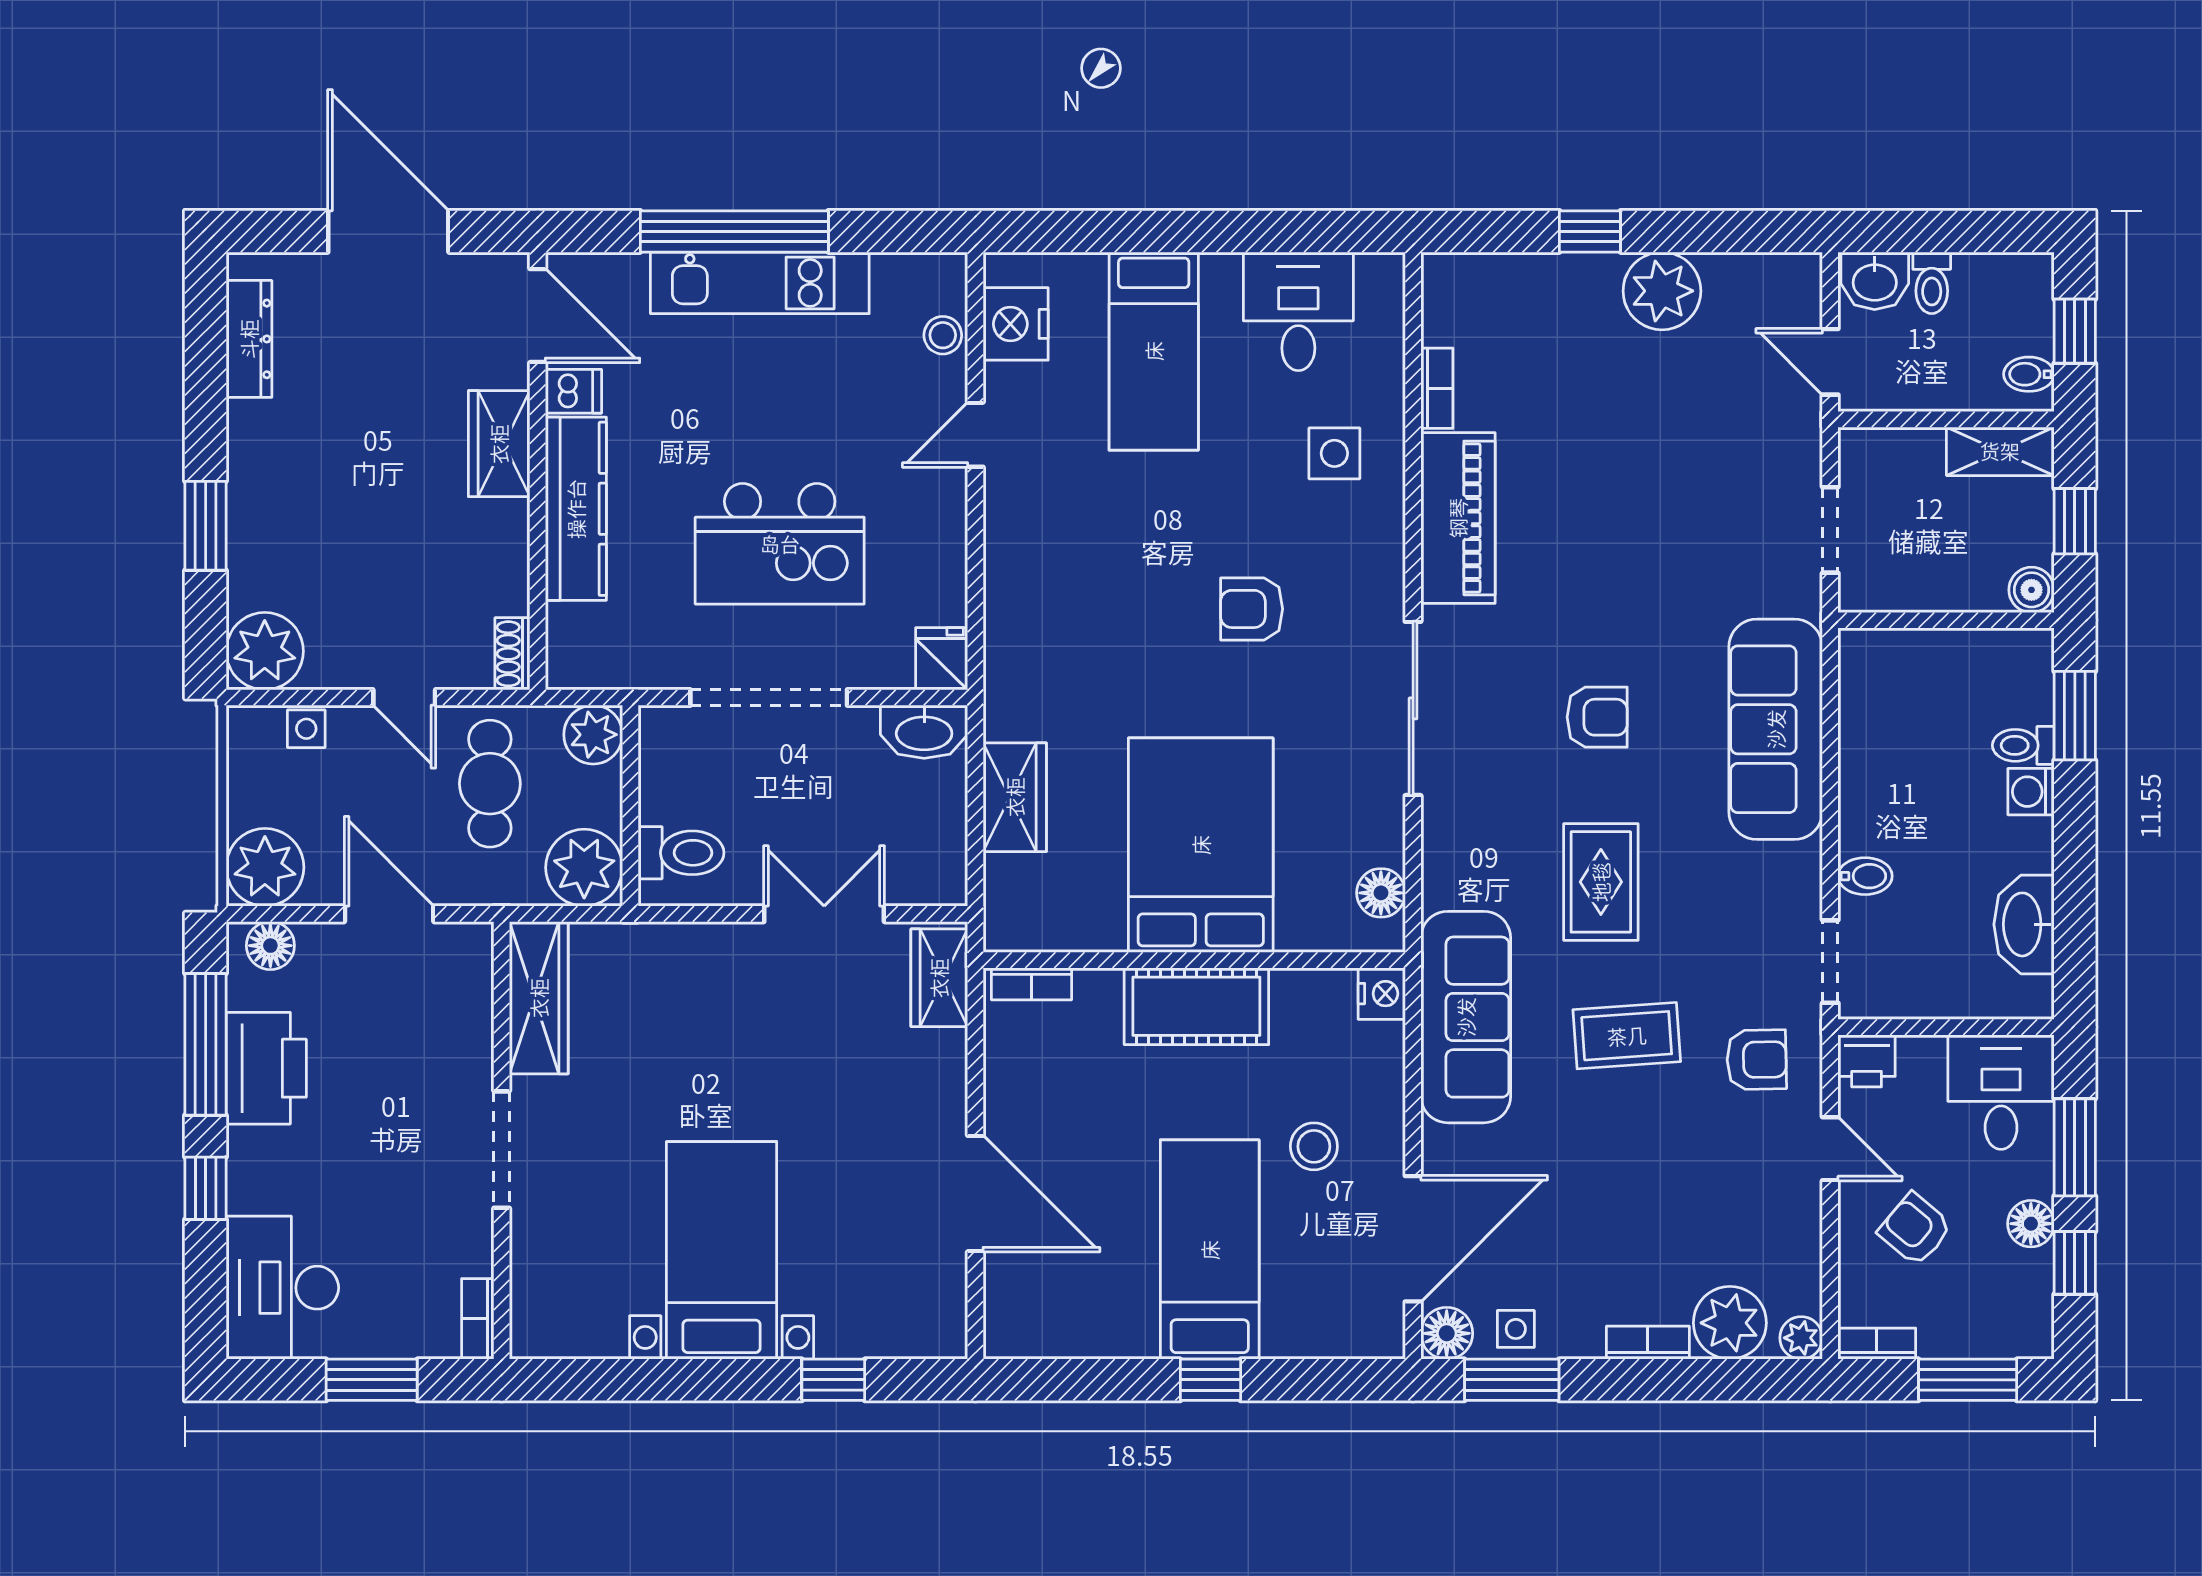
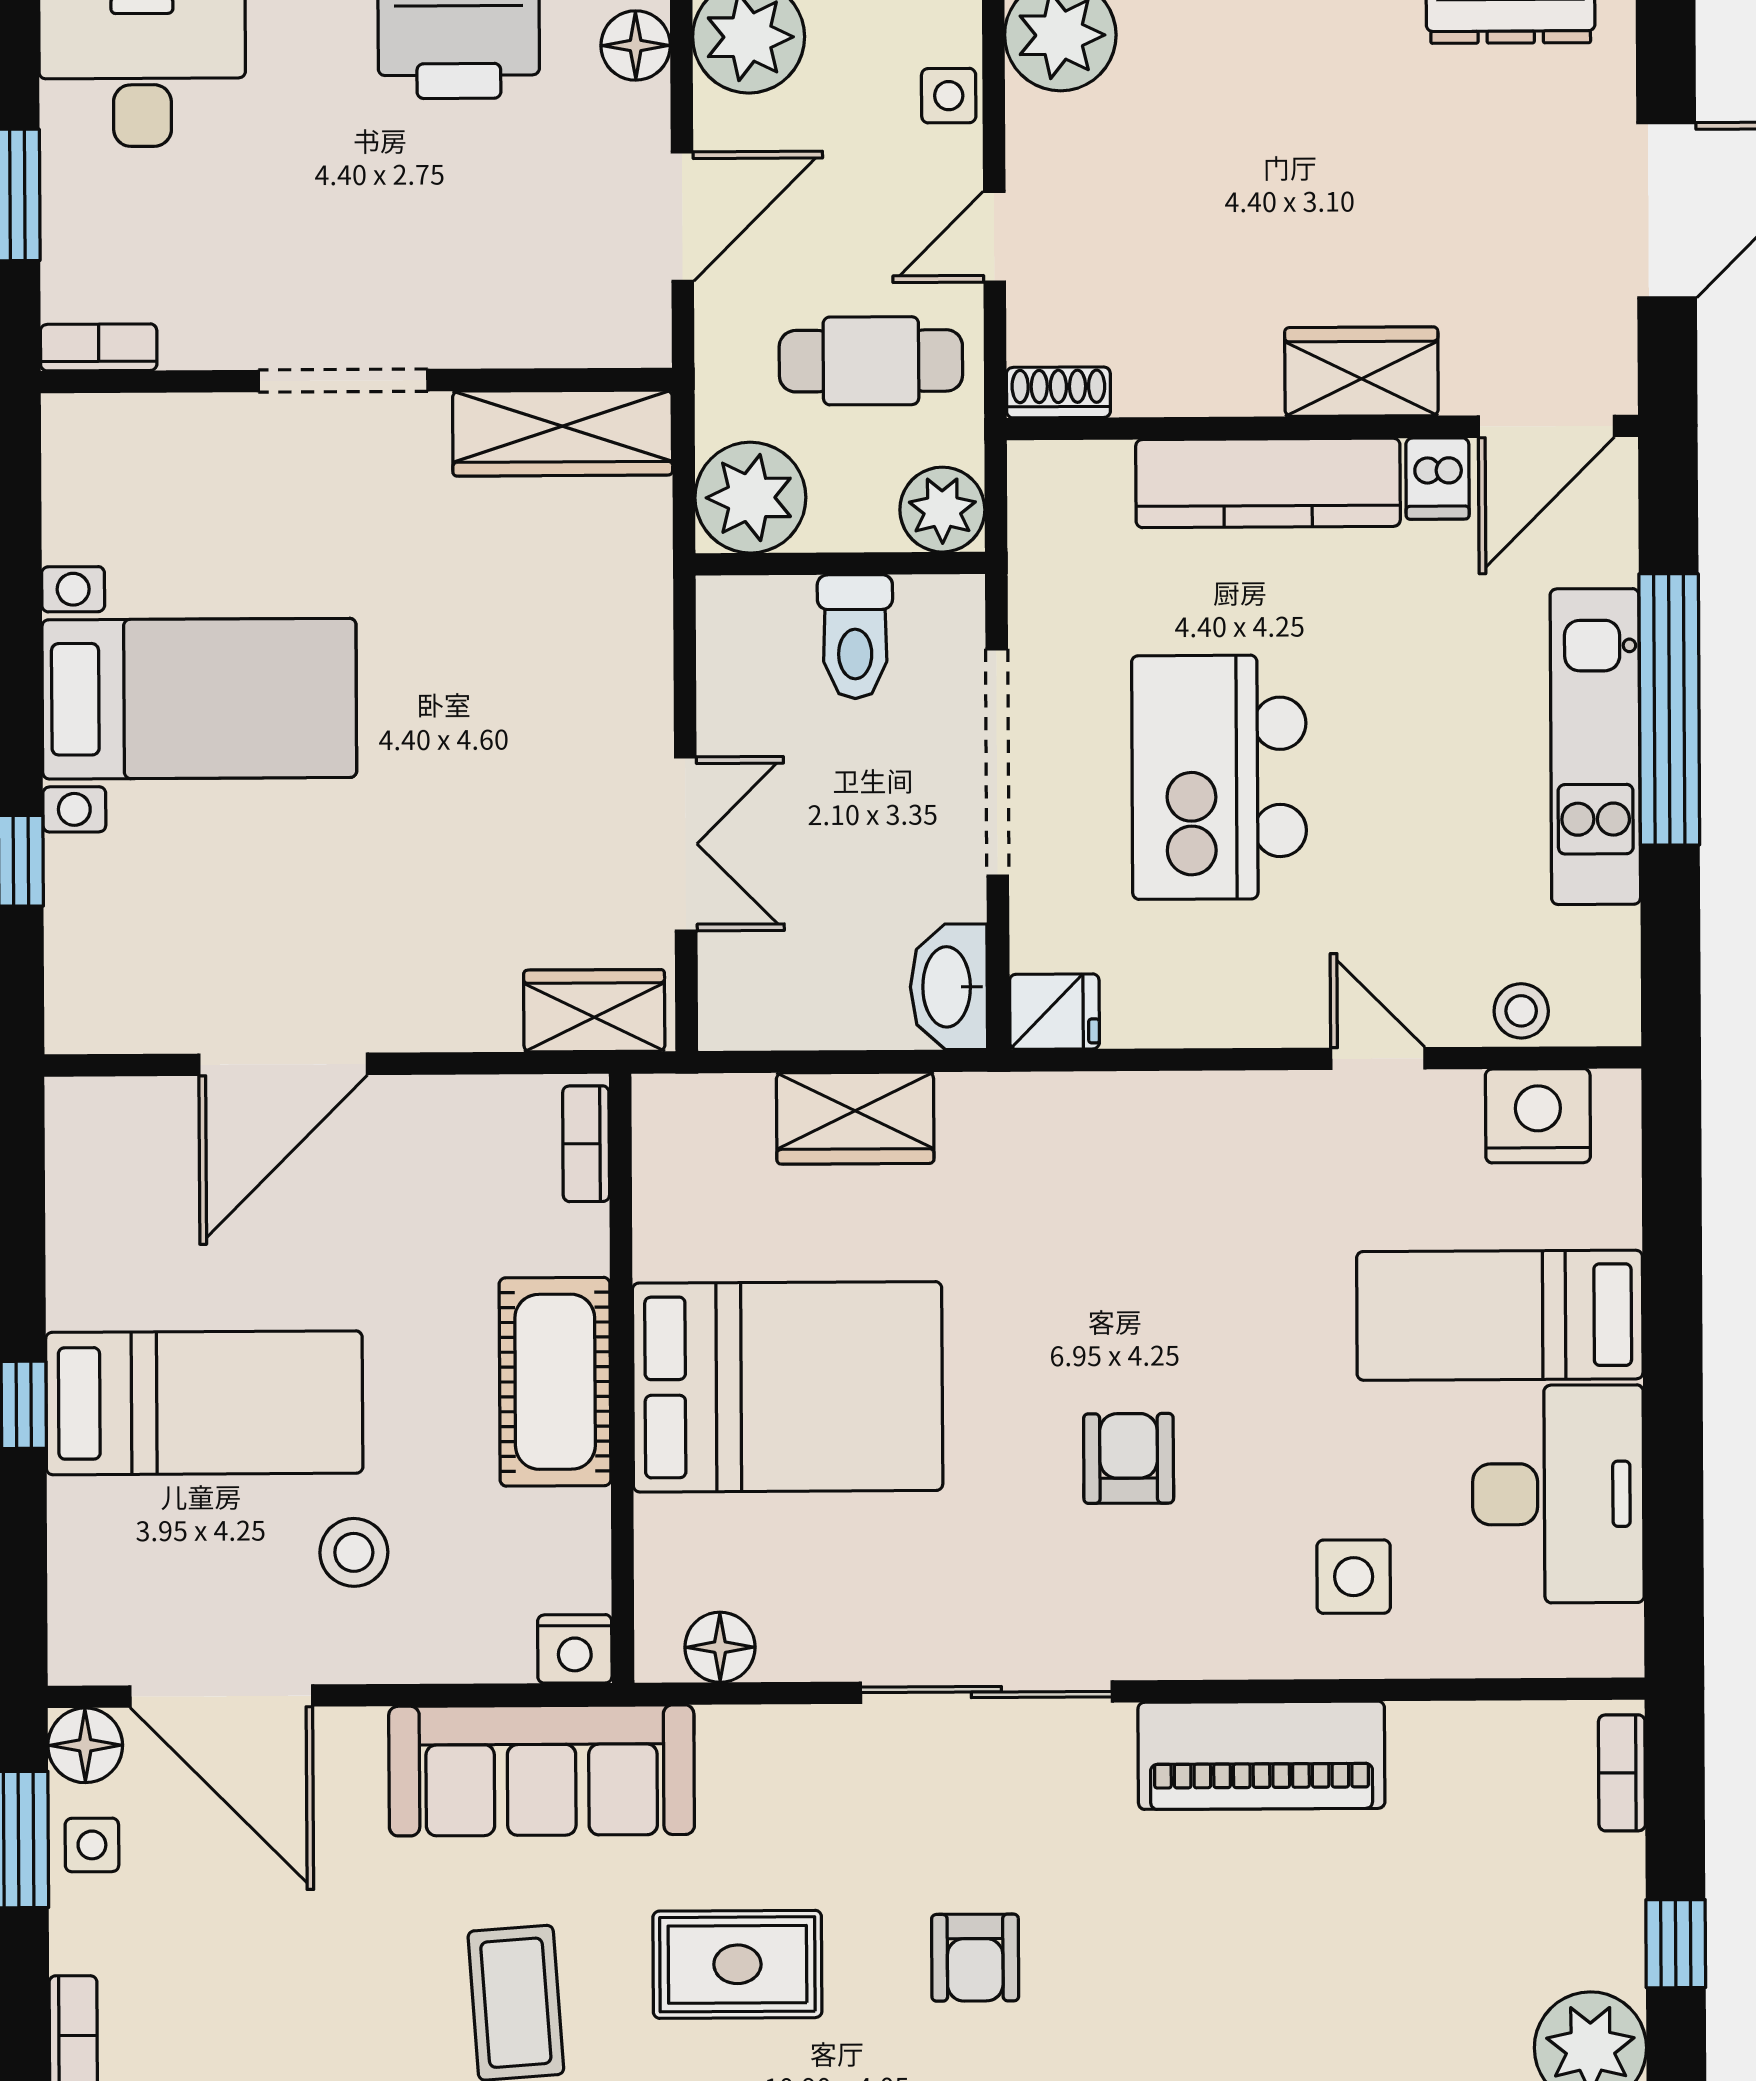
desk: (1298, 311) -> (1558, 1494), width x1.37
bookcase: (1437, 388) -> (1622, 1773), moved, turned 90
toilet: (681, 853) -> (855, 637), moved

